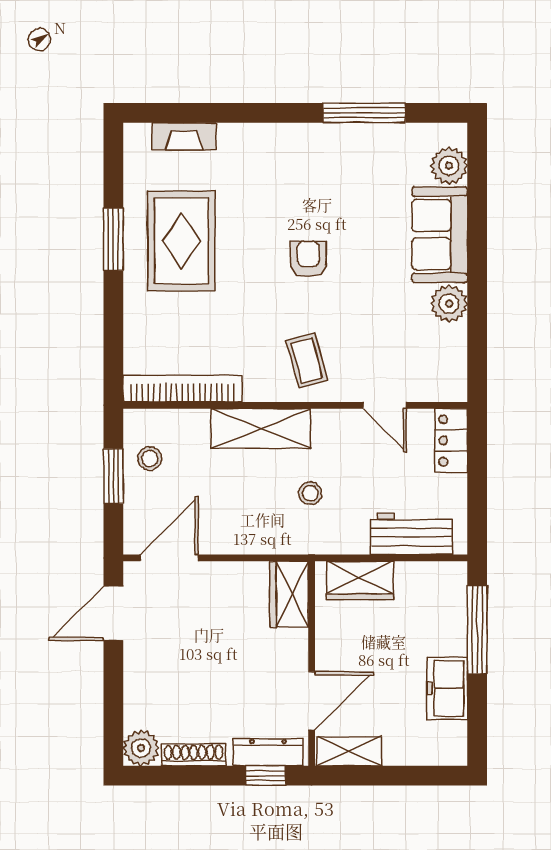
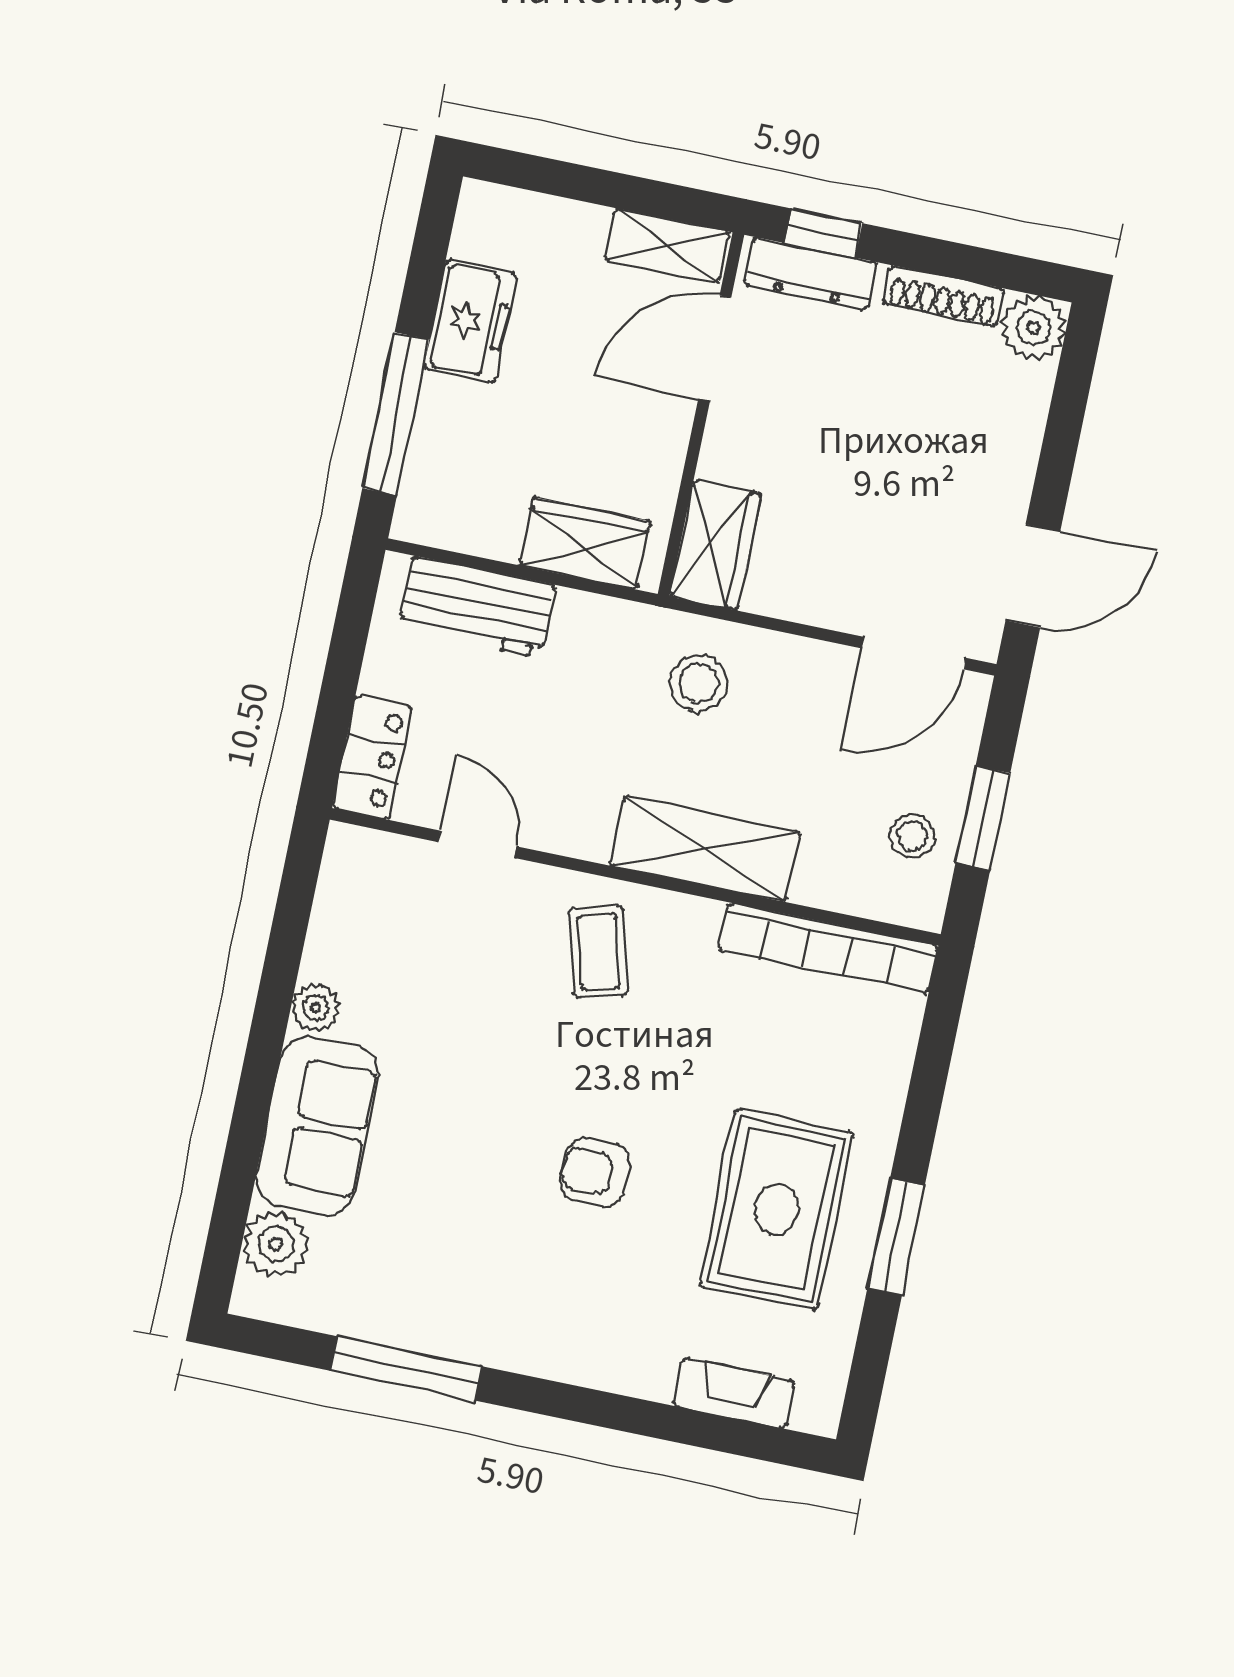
armchair: (308, 259) -> (595, 1173), moved, turned 90
plant: (449, 304) -> (315, 1007), width x0.73, depth x0.73
stool: (310, 493) -> (699, 683), moved, width x1.37, depth x1.37

